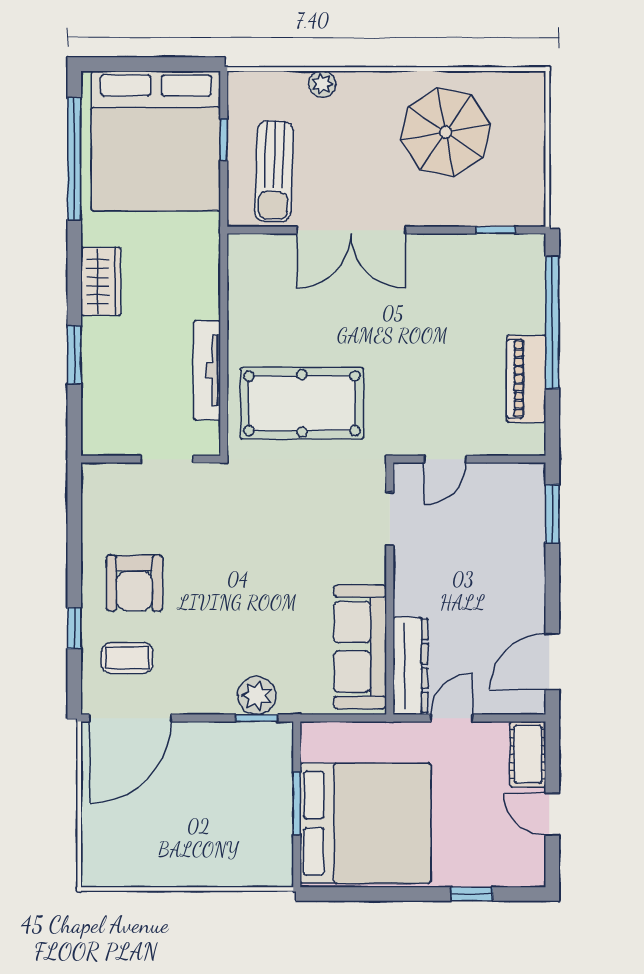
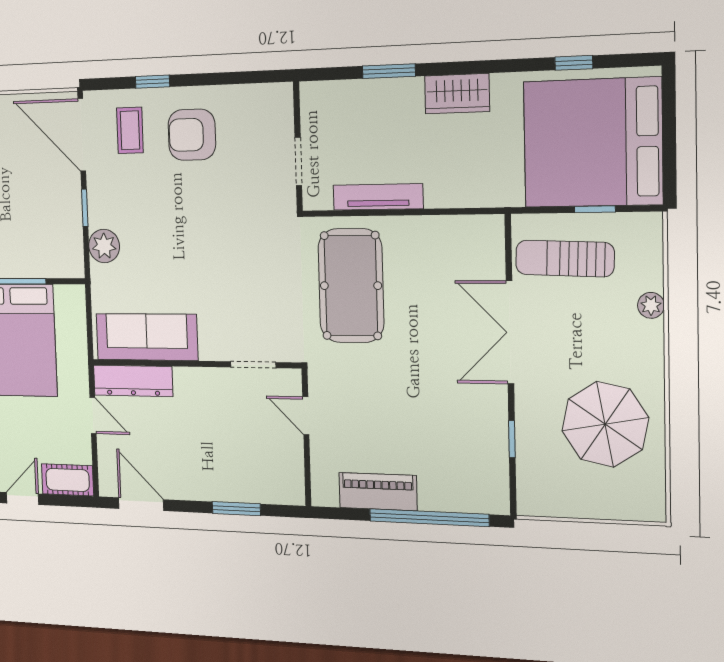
window: (74, 159) -> (574, 63), width x0.32
window: (496, 230) -> (512, 439), moved
window: (552, 514) -> (236, 509), moved
window: (257, 718) -> (85, 208), moved

